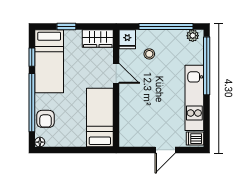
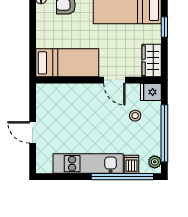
door: (116, 73) -> (114, 80), hinge flipped
dishwasher: (195, 139) -> (132, 164), moved

